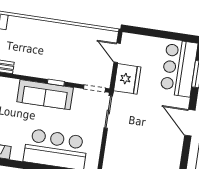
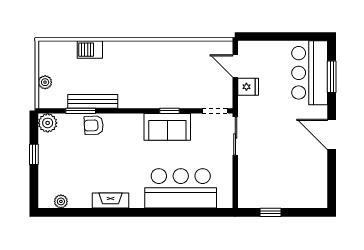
fridge: (127, 79) -> (248, 87), width x0.53, depth x0.75
sofa: (45, 95) -> (167, 127), width x0.73

